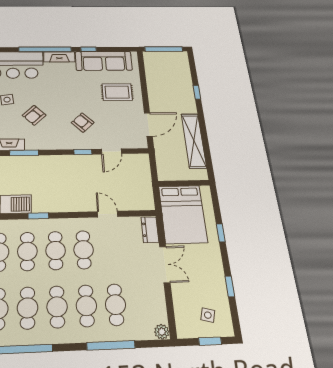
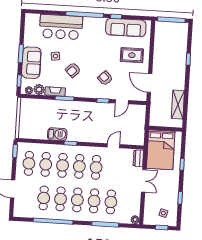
fireplace: (59, 57) -> (94, 22), removed
door: (148, 125) -> (150, 83), swing flipped
shelving: (194, 141) -> (178, 105), width x0.68
door: (108, 214) -> (113, 146), hinge flipped

